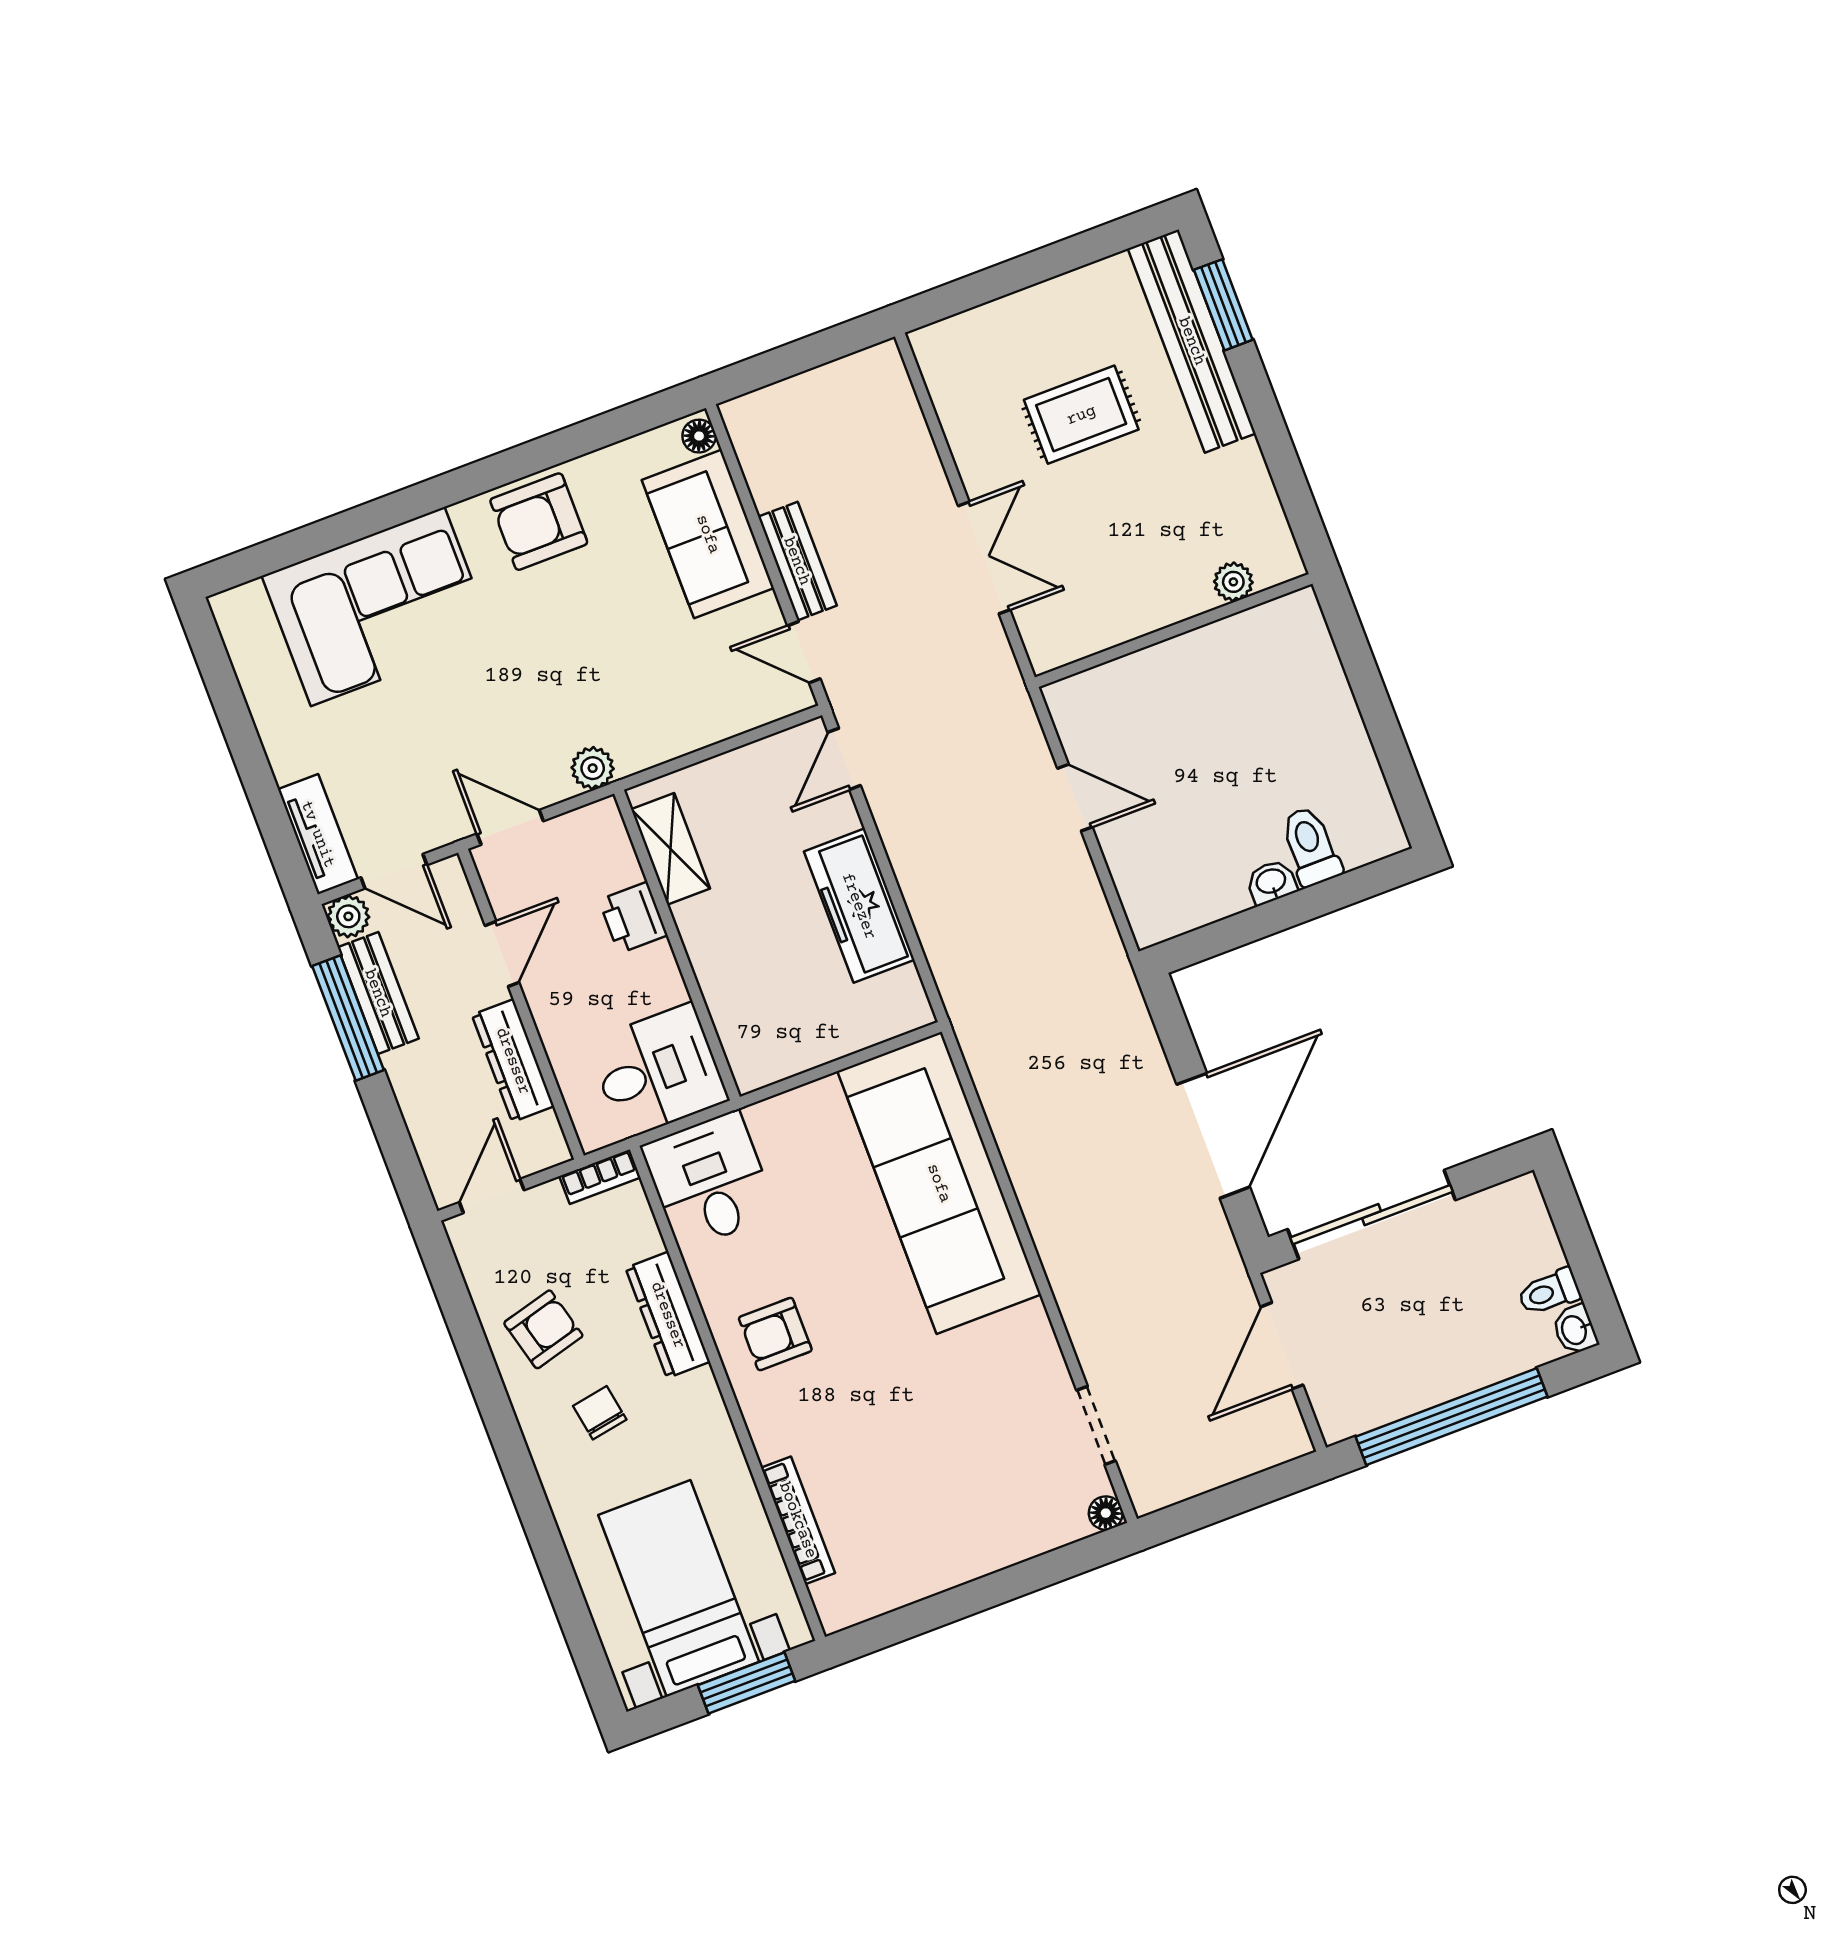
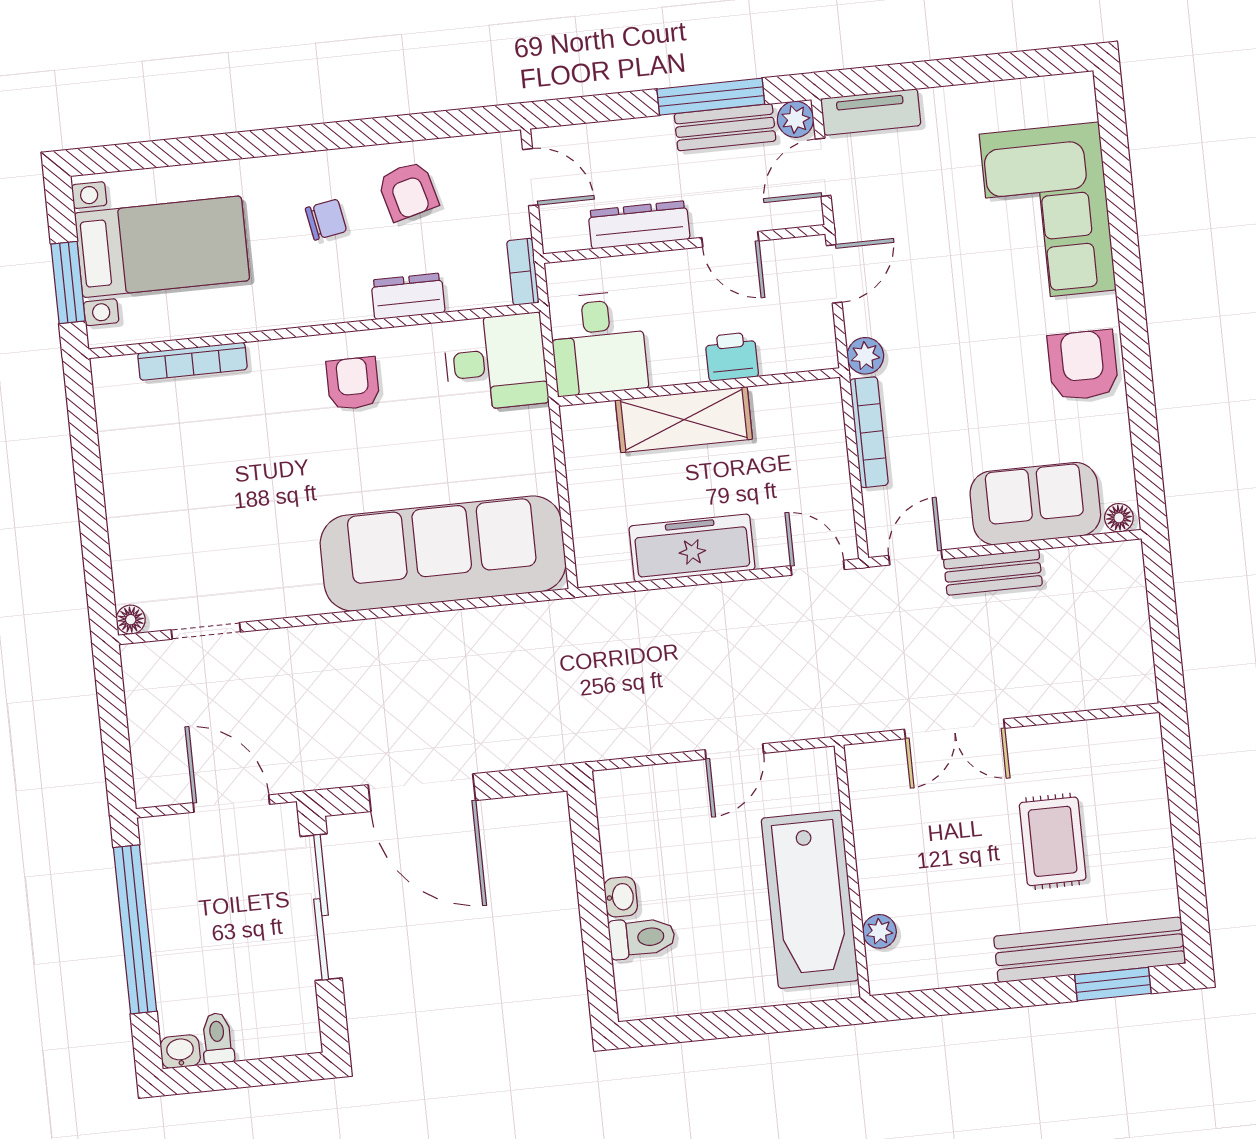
bathtub: (1218, 669) -> (810, 899), added
bookcase: (677, 742) -> (869, 432), added
shelving: (671, 849) -> (684, 420), moved, width x1.50, depth x1.33
dresser: (668, 1315) -> (408, 296), width x0.70

